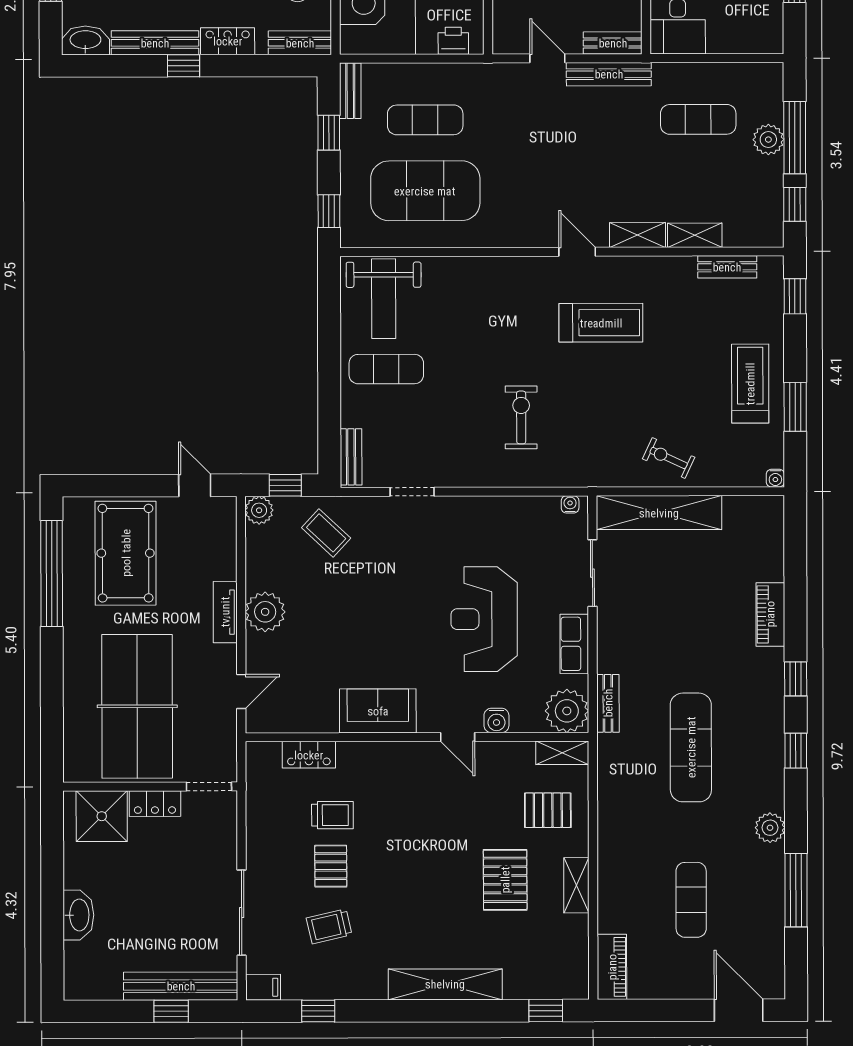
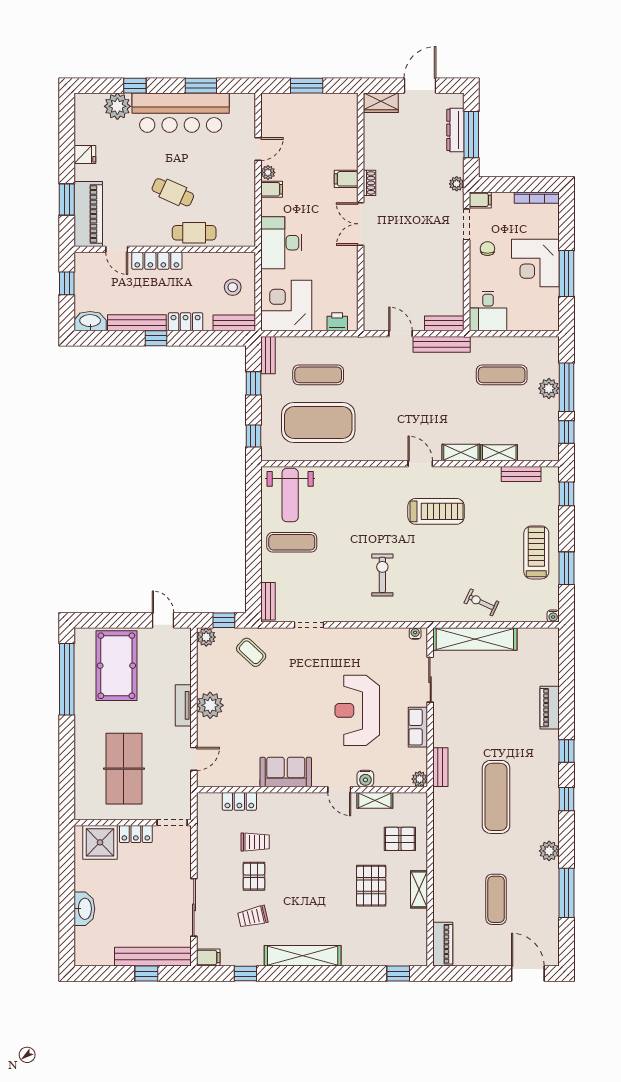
table tennis table: (137, 706) -> (124, 769), width x0.73, depth x0.76
plant: (567, 711) -> (420, 779), width x0.53, depth x0.53
shelving: (562, 753) -> (375, 800), moved
shelving: (445, 984) -> (303, 956), moved

